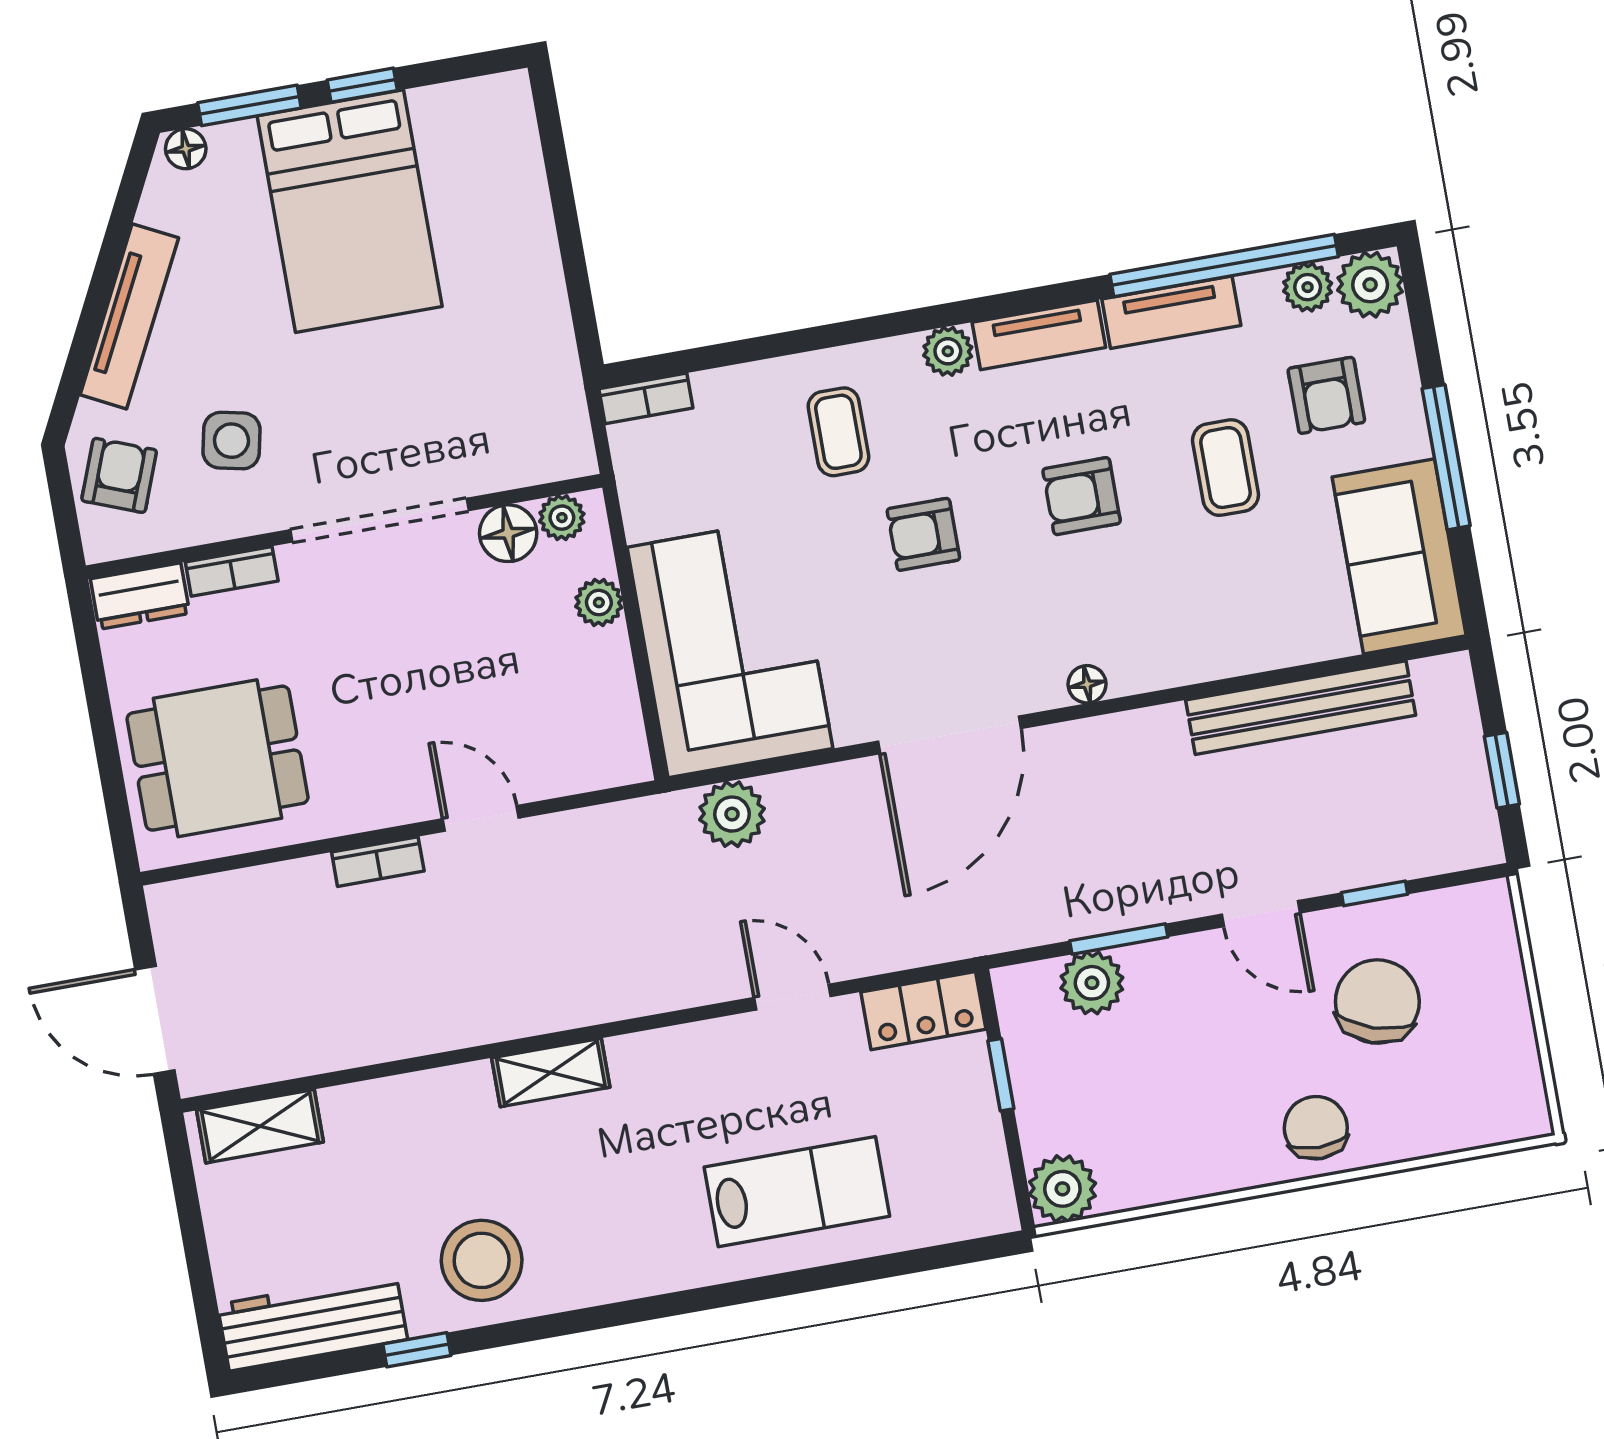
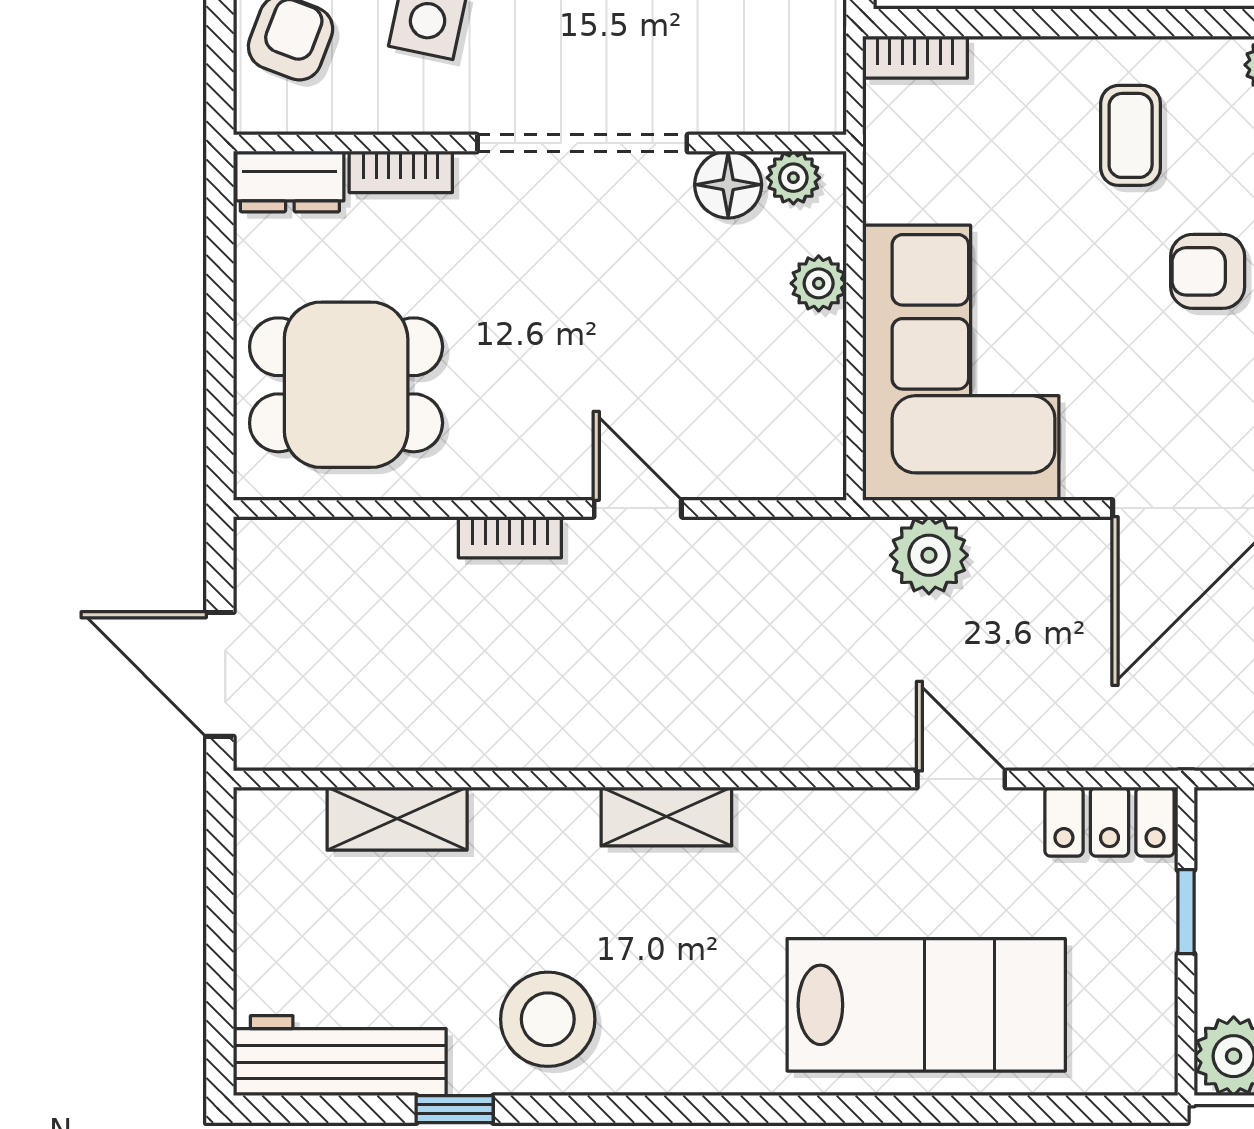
shelving: (260, 1126) -> (397, 819), moved
lab bench: (797, 1192) -> (926, 1005), width x1.36, depth x1.39

